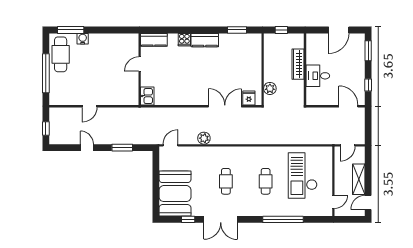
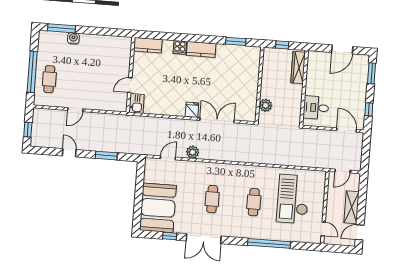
cafe table: (61, 54) -> (49, 79), moved, width x0.73, depth x0.74
door: (140, 64) -> (130, 85), moved
wardrobe: (298, 64) -> (298, 68), moved
desk: (318, 76) -> (316, 108), moved
fridge: (249, 98) -> (192, 110), moved
door: (170, 145) -> (168, 158), moved
door: (333, 202) -> (323, 229), hinge flipped

